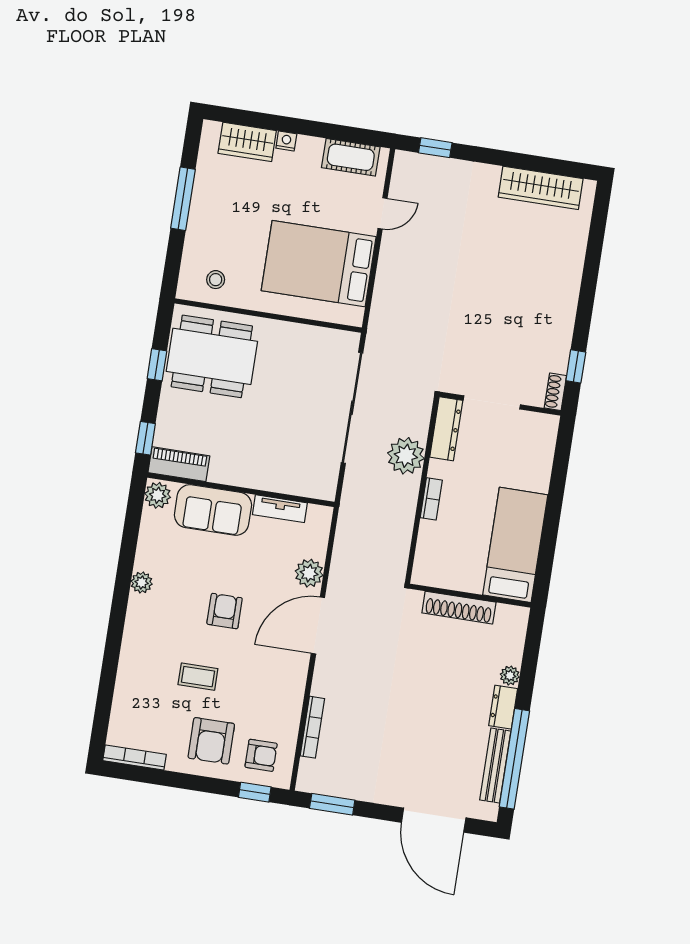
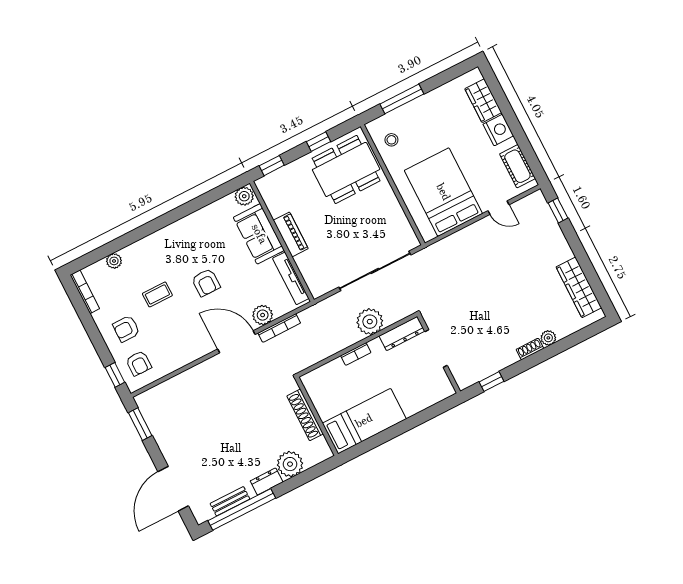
nightstand: (286, 141) -> (498, 130), width x1.89, depth x1.79
window: (183, 199) -> (402, 99), moved
plant: (573, 265) -> (548, 338), added
dining table: (212, 356) -> (346, 169), turned 90
shoe rack: (555, 392) -> (530, 349), moved
piano: (179, 464) -> (291, 234), moved
tv unit: (280, 509) -> (291, 278), width x1.41
plant: (142, 582) -> (114, 261), moved
armchair: (225, 611) -> (206, 282), turned 90
plant: (510, 676) -> (290, 464), width x1.88, depth x1.88
coffee table: (198, 677) -> (157, 294), turned 90
bookcase: (312, 727) -> (279, 328), moved
armchair: (211, 741) -> (126, 329), width x0.72, depth x0.72
bench: (495, 766) -> (230, 501), width x0.73

